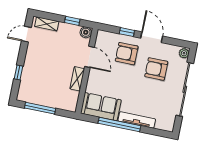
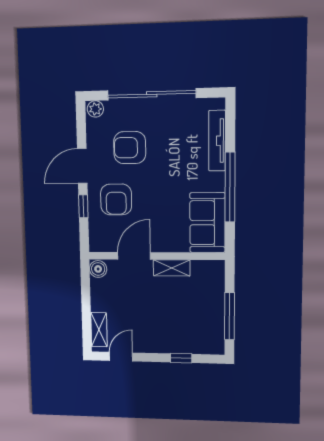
window: (72, 21) -> (86, 293), removed
door: (26, 34) -> (121, 357), swing flipped
armchair: (156, 69) -> (130, 148), turned 90
tv unit: (137, 120) -> (217, 141), moved

